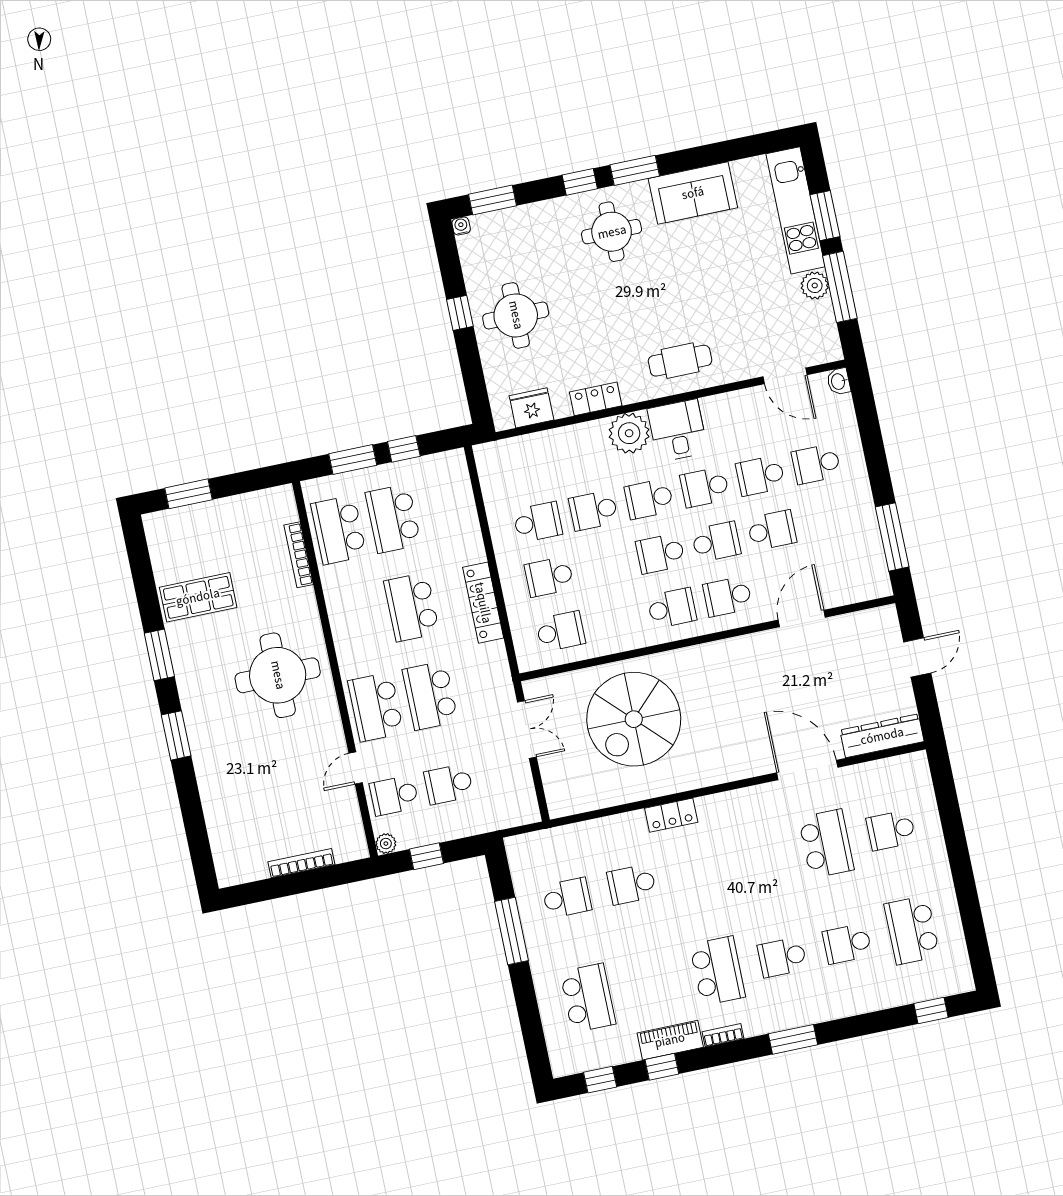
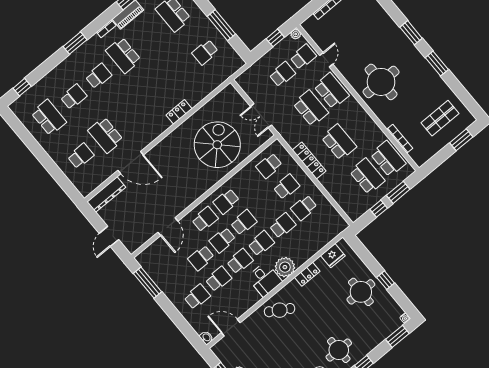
cafe table: (680, 361) -> (280, 310), turned 31
shop shelf: (198, 597) -> (440, 118), moved
school desk: (632, 884) -> (180, 73), removed

